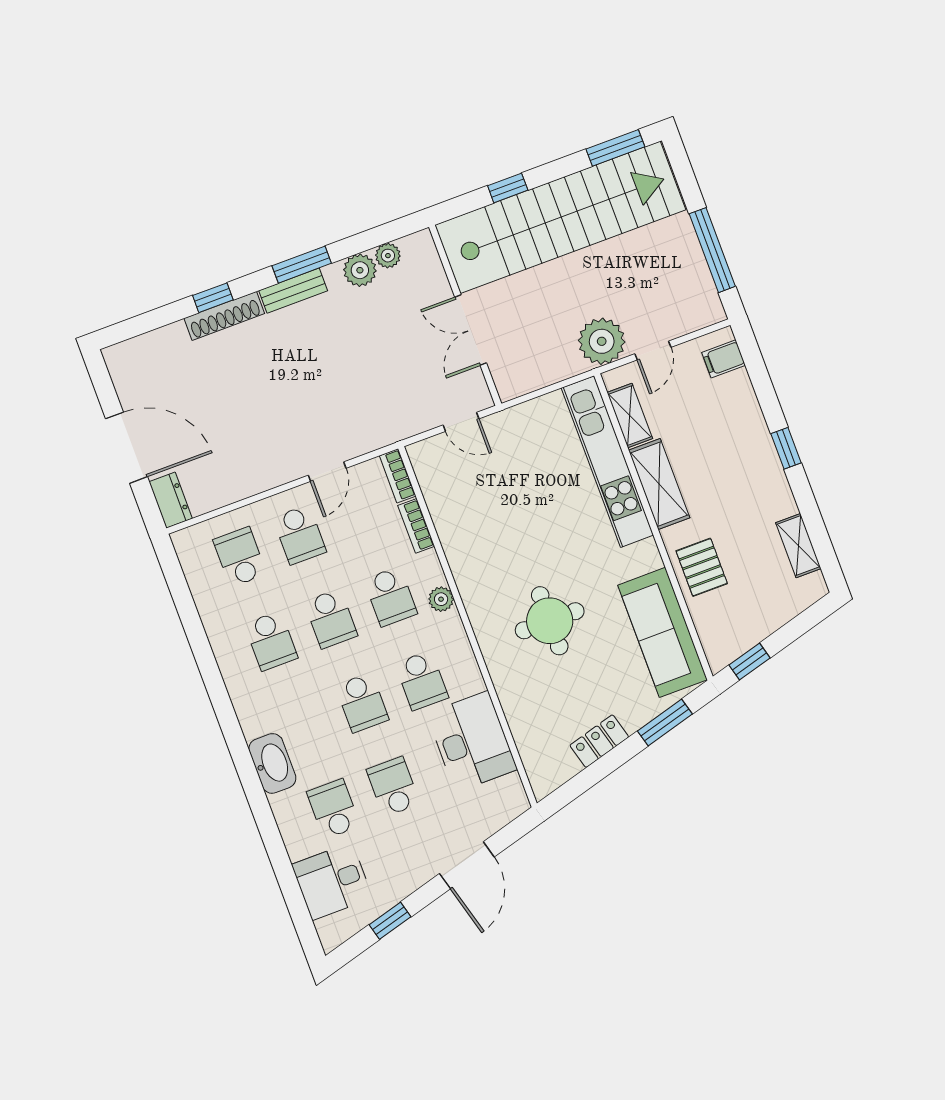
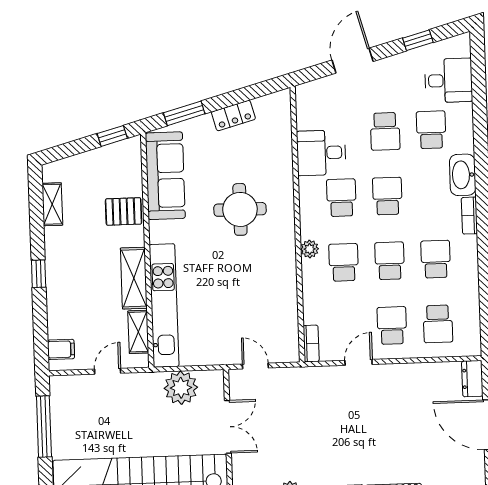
plant: (602, 341) -> (181, 388), moved
bookcase: (416, 526) -> (469, 216), moved, turned 180
pallet: (702, 567) -> (124, 211), turned 90
desk: (472, 741) -> (321, 153), width x0.73
school desk: (333, 809) -> (431, 130), turned 180

